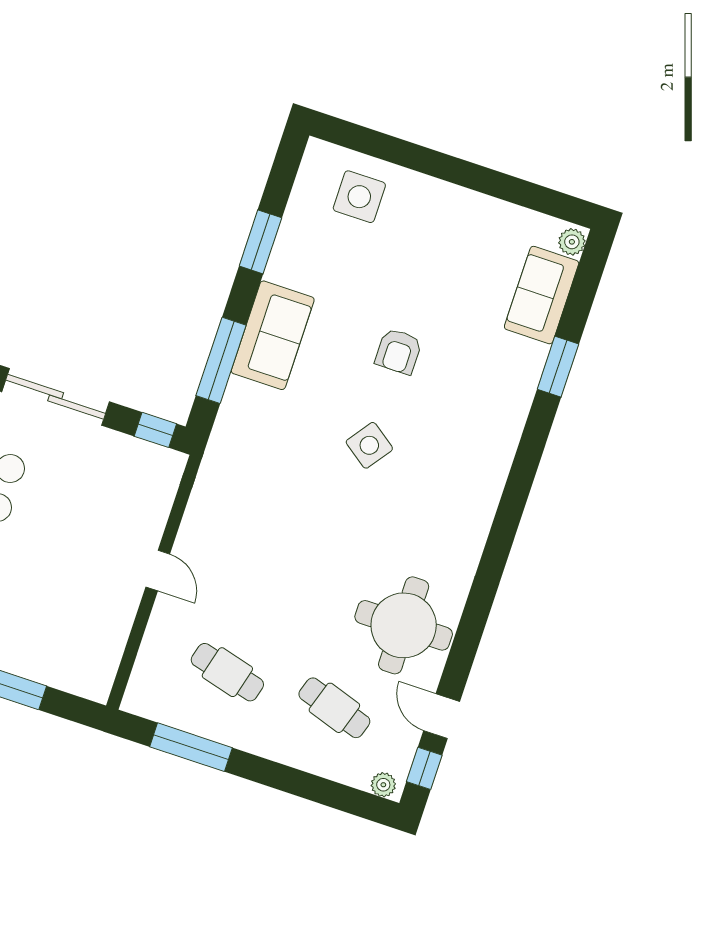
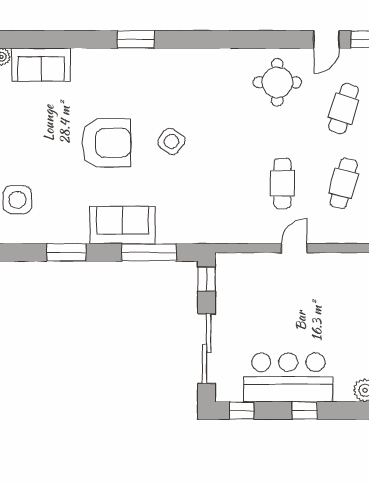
armchair: (398, 351) -> (106, 143), width x1.88, depth x1.88
window: (558, 367) -> (136, 39), moved
cafe table: (257, 584) -> (282, 183), added
round table: (404, 625) -> (277, 82), width x0.73, depth x0.73

